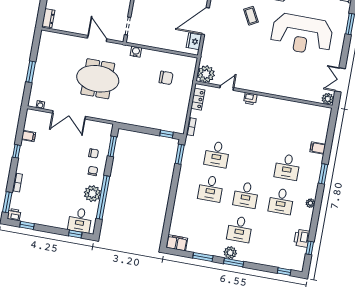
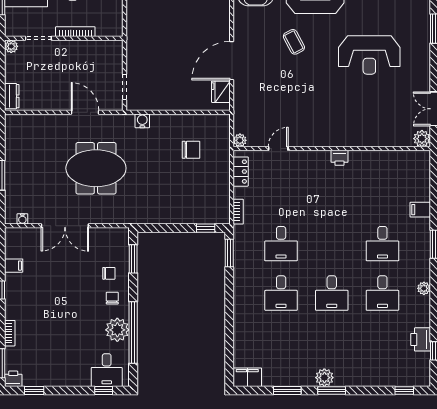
reception desk: (302, 34) -> (369, 55), width x0.74, depth x0.77
plant: (206, 74) -> (240, 140), width x0.53, depth x0.53
printer: (250, 99) -> (340, 158), moved
desk: (240, 229) -> (332, 342), removed

